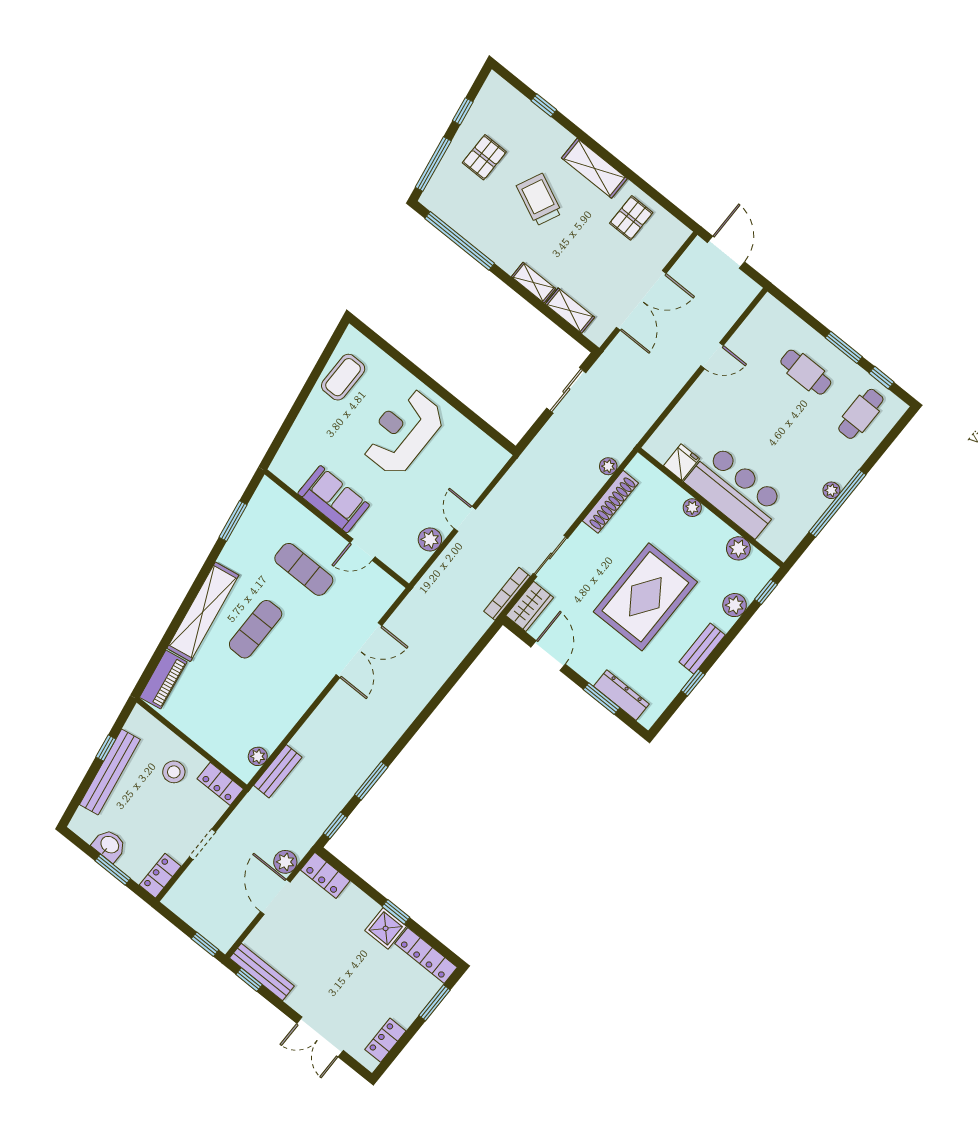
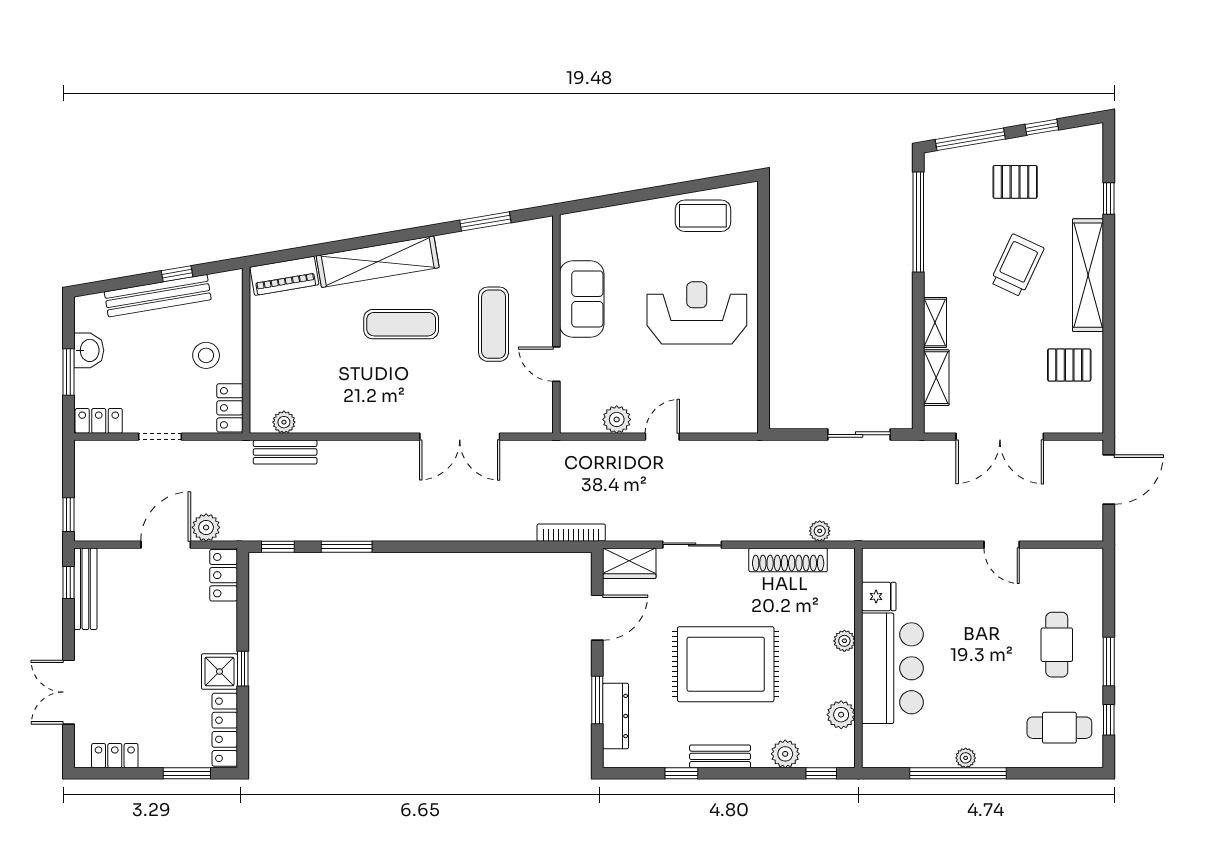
shelving: (594, 168) -> (1088, 275), width x1.47
bookcase: (507, 594) -> (571, 533), moved

